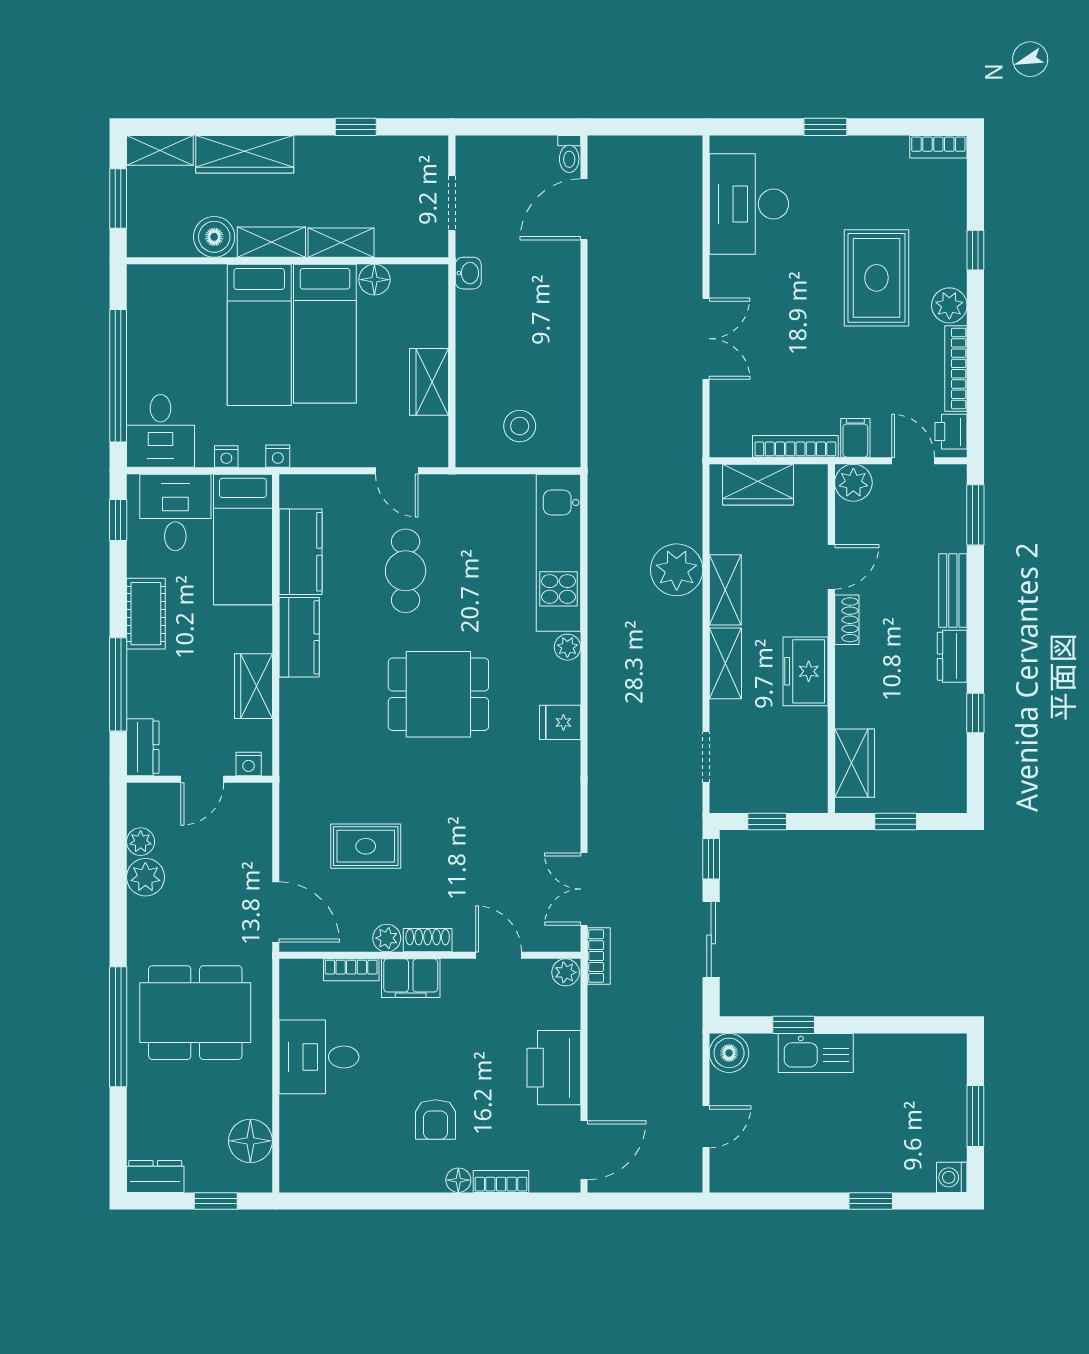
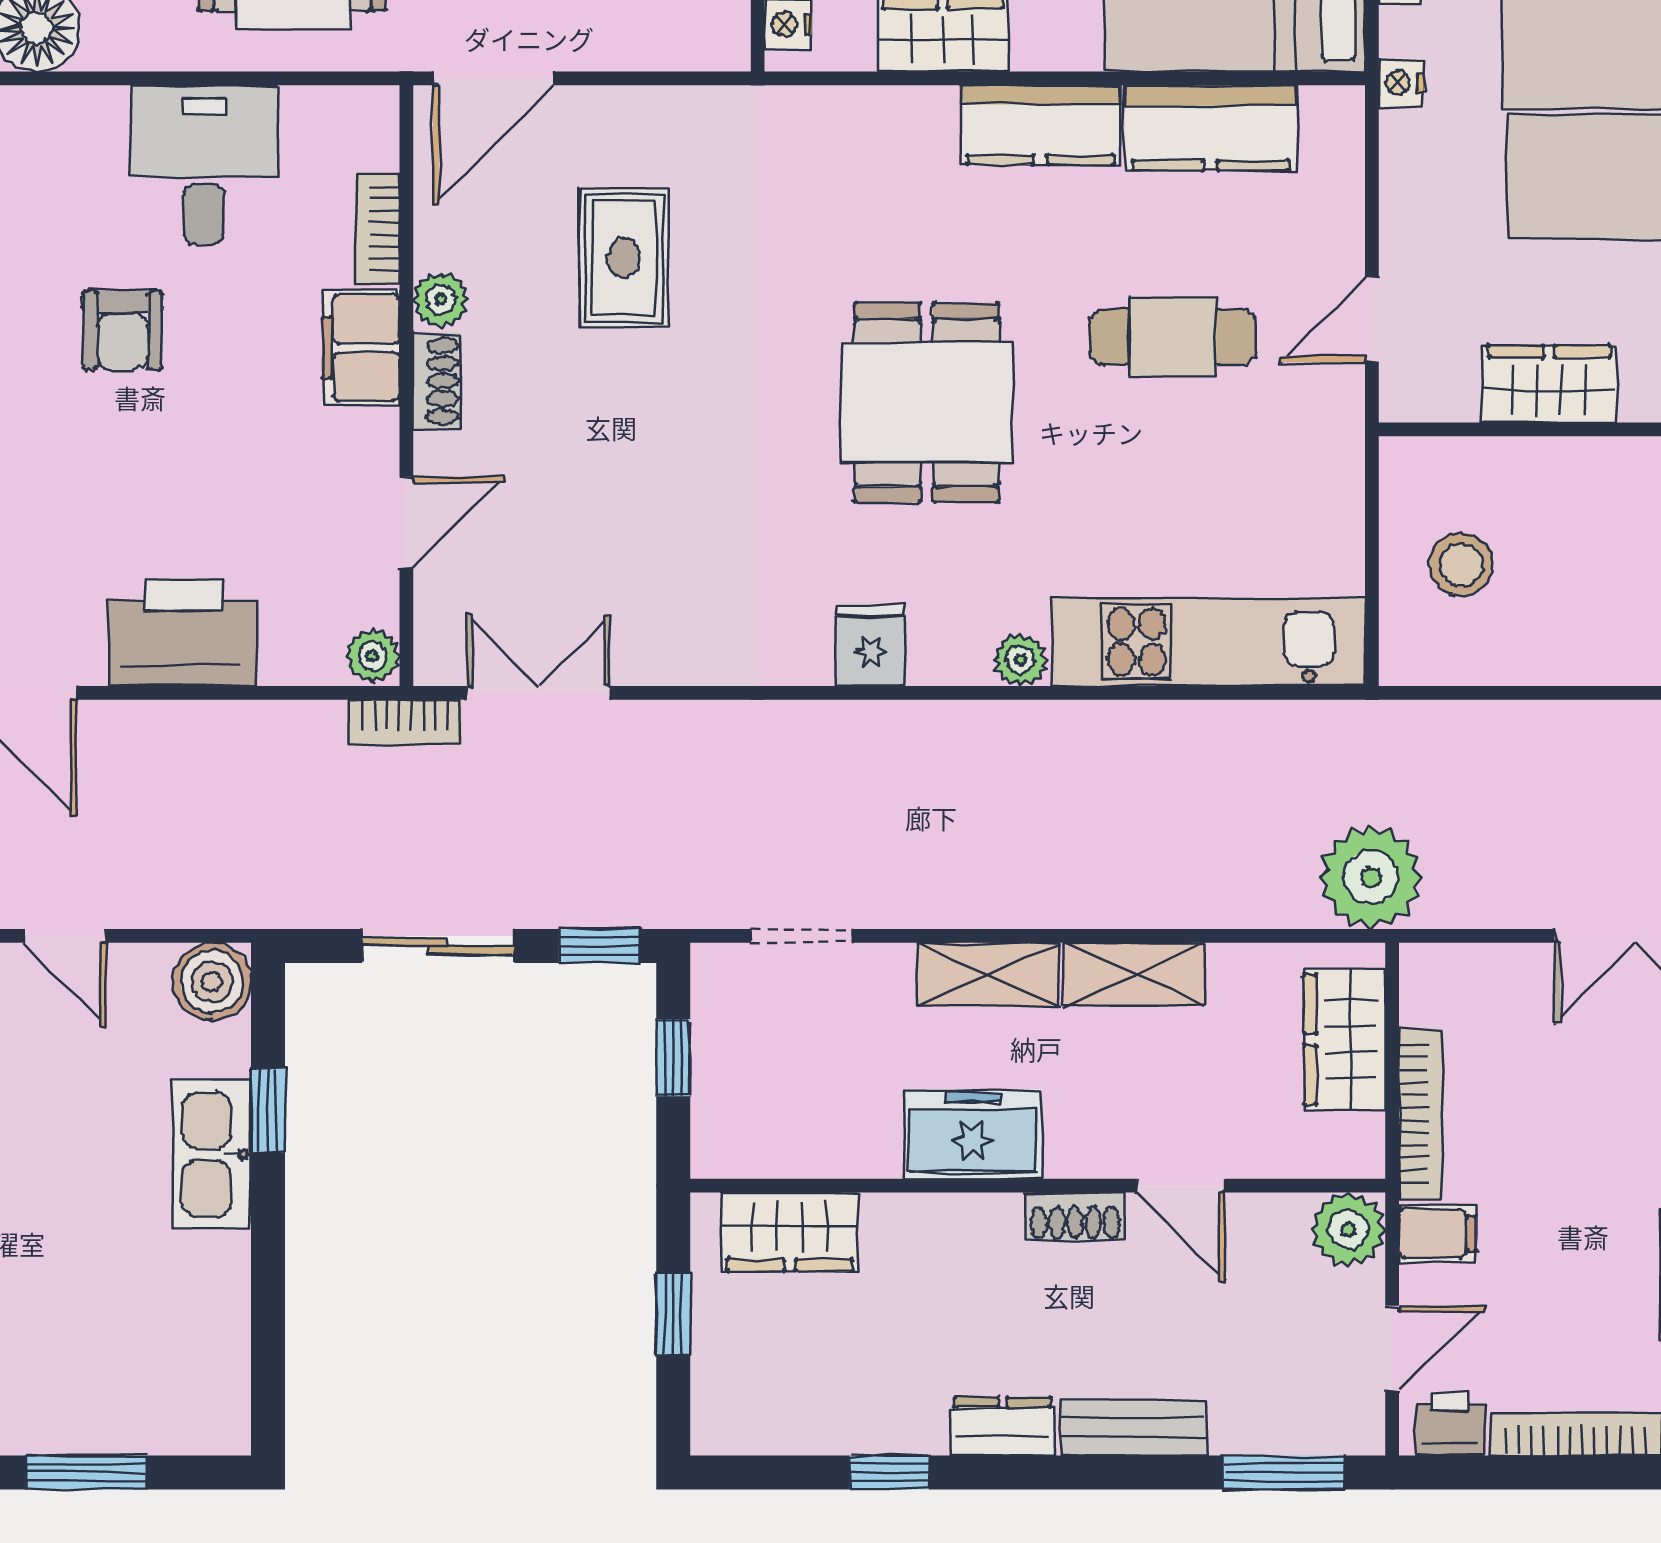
plant: (677, 570) -> (1371, 877), moved
armchair: (435, 1120) -> (123, 330), moved, turned -90

